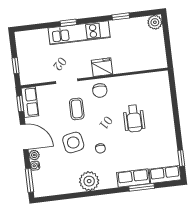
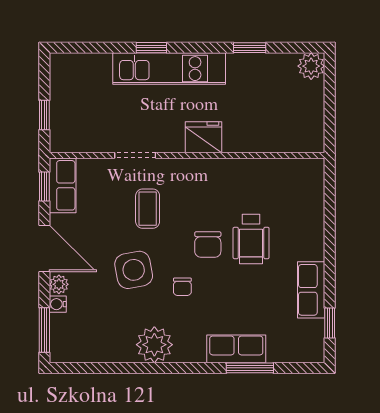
chair: (100, 90) -> (208, 245), moved
row of seats: (165, 174) -> (311, 290), moved, turned -90

